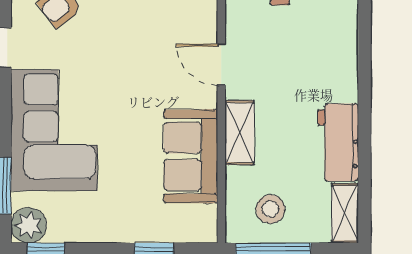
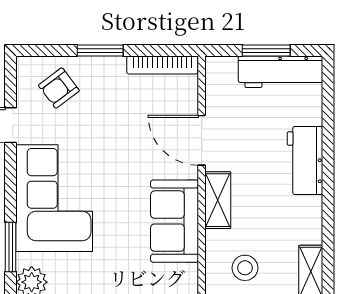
door: (221, 65) -> (202, 140), width x1.38
workbench: (338, 142) -> (305, 160), moved

